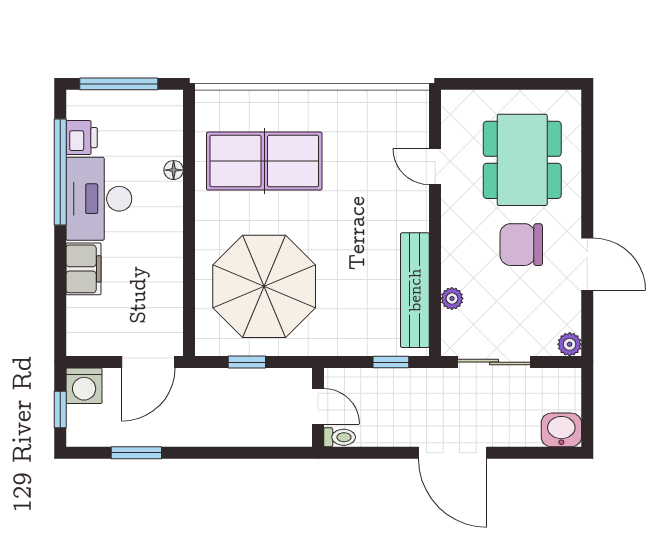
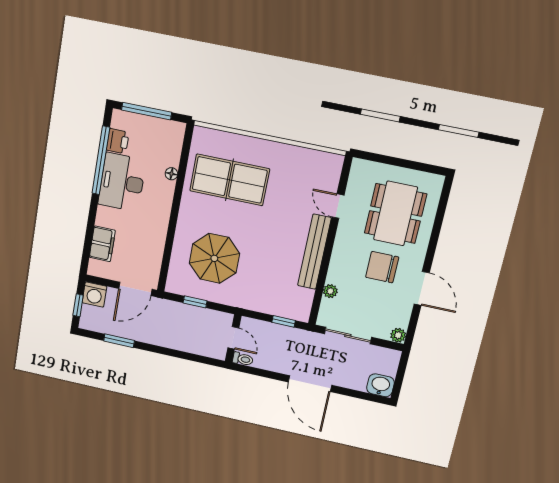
filing cabinet: (83, 269) -> (102, 244), moved
parasol: (264, 286) -> (214, 258), width x0.73, depth x0.73
bench: (415, 290) -> (314, 252), moved

